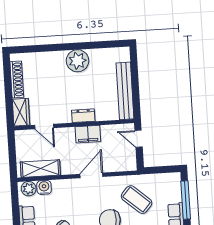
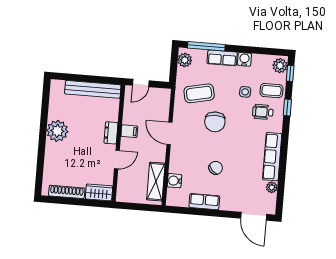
door: (44, 126) -> (117, 160), moved
filing cabinet: (88, 134) -> (129, 131), width x0.50
plant: (29, 189) -> (185, 60), moved
coffee table: (137, 200) -> (199, 93), turned 37

